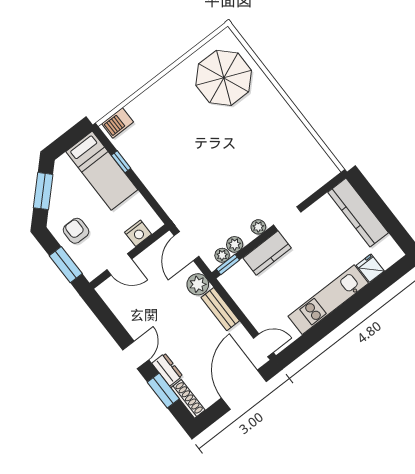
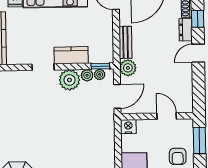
plant: (258, 227) -> (69, 80), width x1.88, depth x1.88
nightstand: (138, 233) -> (128, 127), moved
window: (163, 390) -> (198, 19), width x0.67

